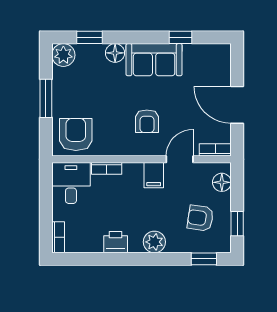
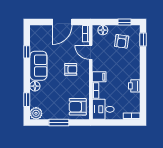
filing cabinet: (154, 175) -> (99, 77), moved
plant: (154, 242) -> (134, 65), removed

